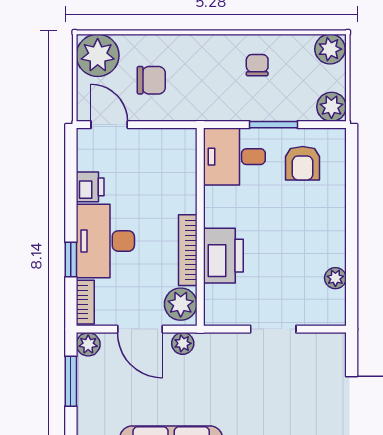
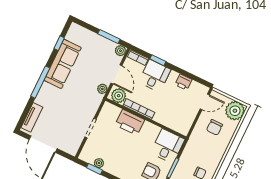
desk: (105, 241) -> (155, 76), width x0.73
window: (352, 282) -> (94, 169), added
door: (140, 329) -> (116, 74), swing flipped

